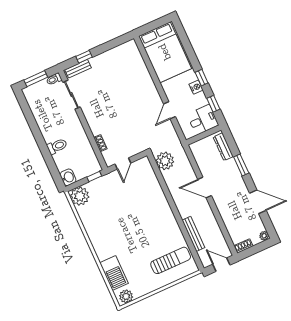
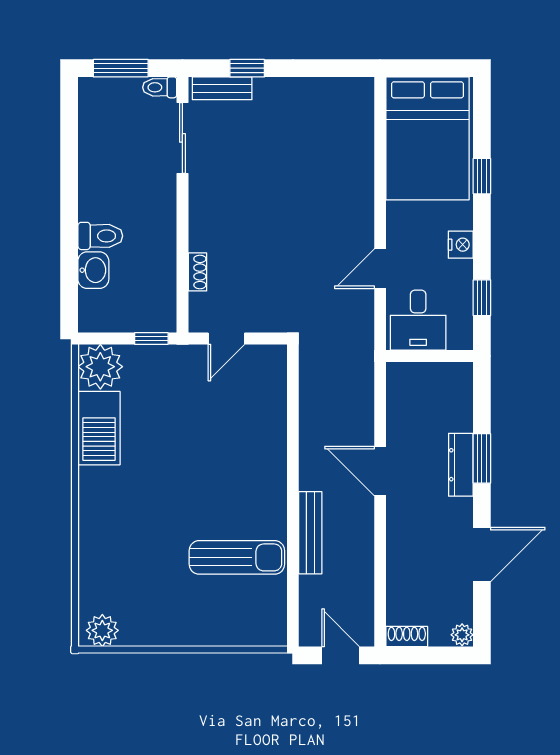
window: (202, 78) -> (482, 176), moved
desk: (203, 120) -> (418, 320), moved, turned 90
dresser: (223, 147) -> (461, 465), moved
plant: (165, 161) -> (320, 374), removed
washbasin: (68, 177) -> (93, 270), moved
door: (258, 202) -> (482, 555), hinge flipped
bench: (193, 234) -> (310, 533), moved
sun lounger: (171, 260) -> (237, 557), moved
barbecue: (114, 273) -> (99, 428), moved

